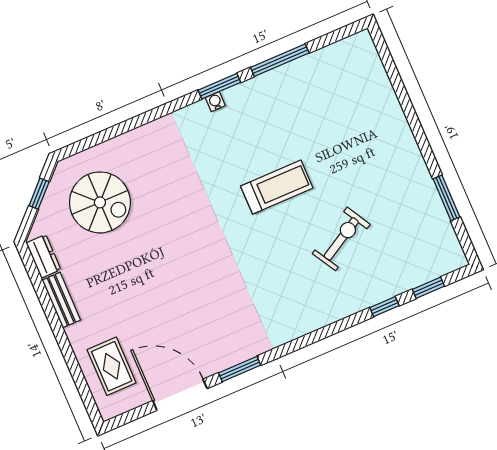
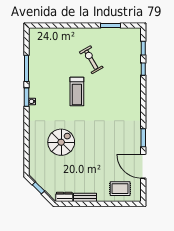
treadmill: (277, 187) -> (77, 92), turned 180
spiral stairs: (100, 202) -> (61, 142), moved
exercise bike: (341, 239) -> (91, 60), moved
door: (180, 395) -> (143, 166), hinge flipped

